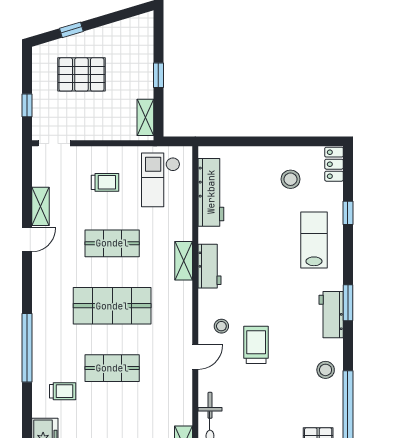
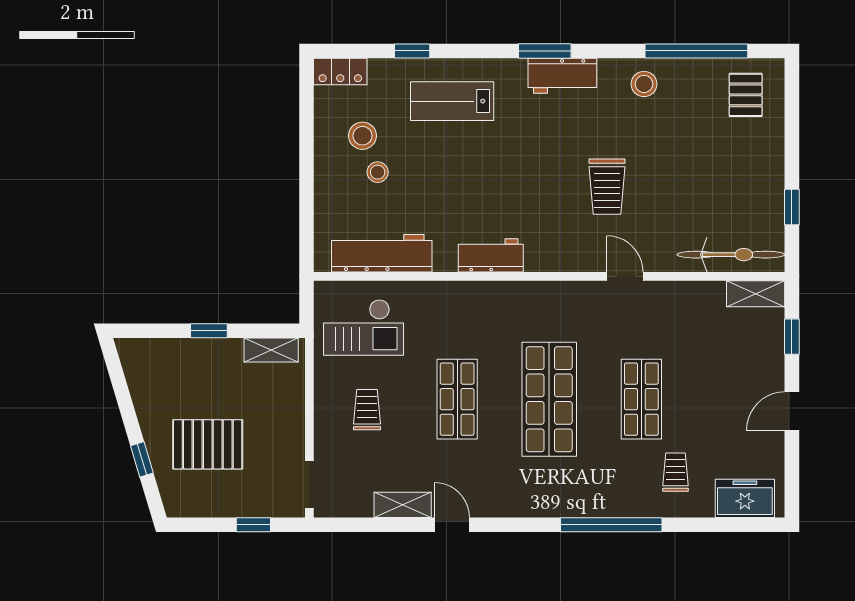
pallet: (81, 74) -> (208, 444), turned 90
shelving: (184, 261) -> (483, 294), removed
stool: (221, 326) -> (378, 172), moved
trolley: (256, 345) -> (607, 187), turned -90

